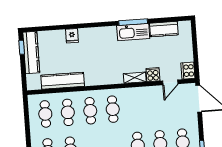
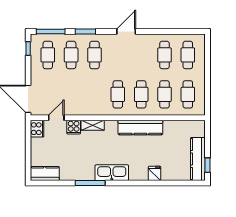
kitchen counter: (164, 29) -> (45, 173), moved
kitchen sink: (133, 32) -> (112, 173), moved
kitchen counter: (63, 81) -> (140, 127), moved

